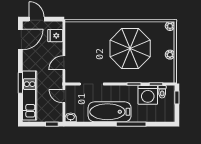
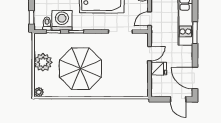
fridge: (55, 36) -> (159, 69), moved
door: (20, 39) -> (195, 78), hinge flipped
plant: (170, 55) -> (43, 62), width x1.87, depth x1.87
door: (64, 96) -> (150, 19), swing flipped

